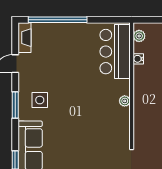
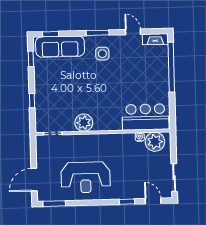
plant: (139, 36) -> (155, 142), width x1.88, depth x1.88
plant: (125, 101) -> (84, 123), moved, width x1.87, depth x1.87

